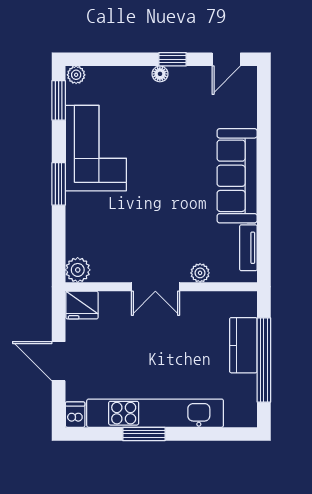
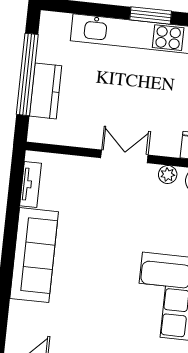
plant: (200, 273) -> (168, 175), moved

